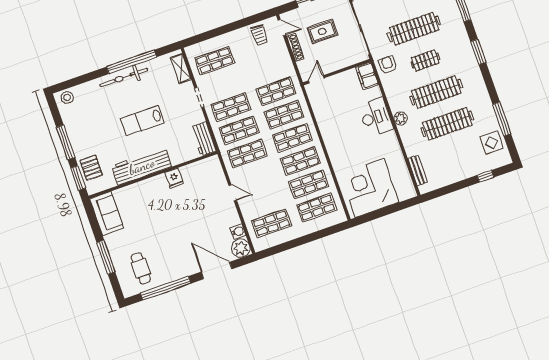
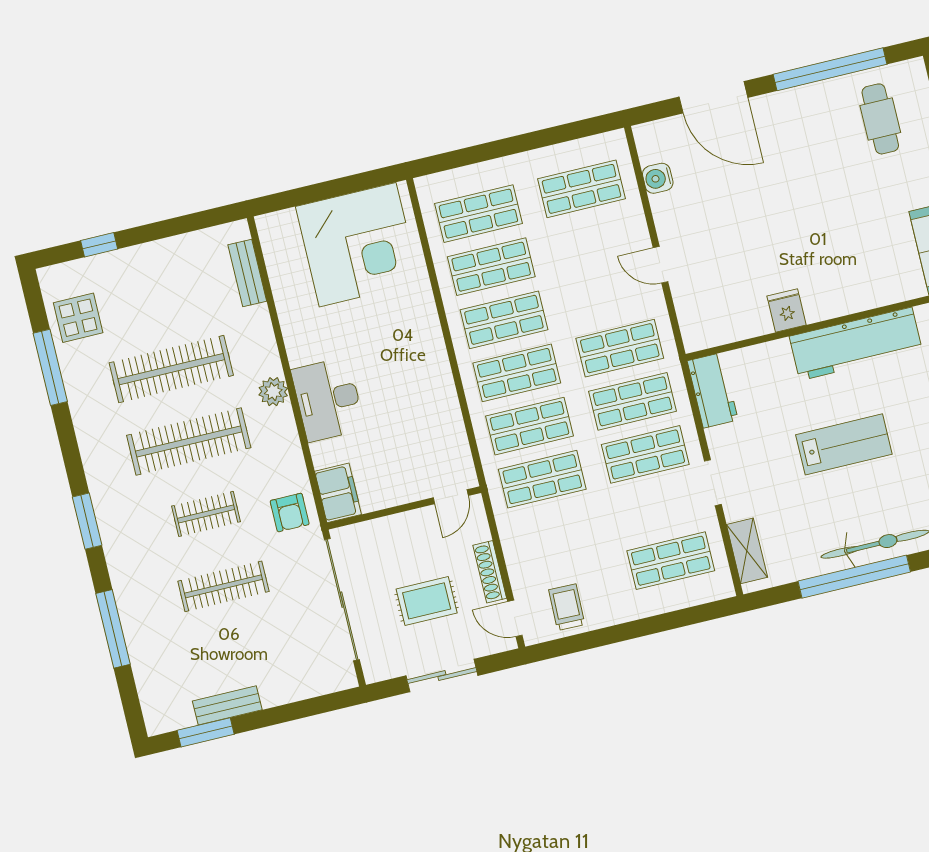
clothes rail: (414, 29) -> (223, 586), width x0.73, depth x0.76
plant: (241, 248) -> (655, 141), removed

